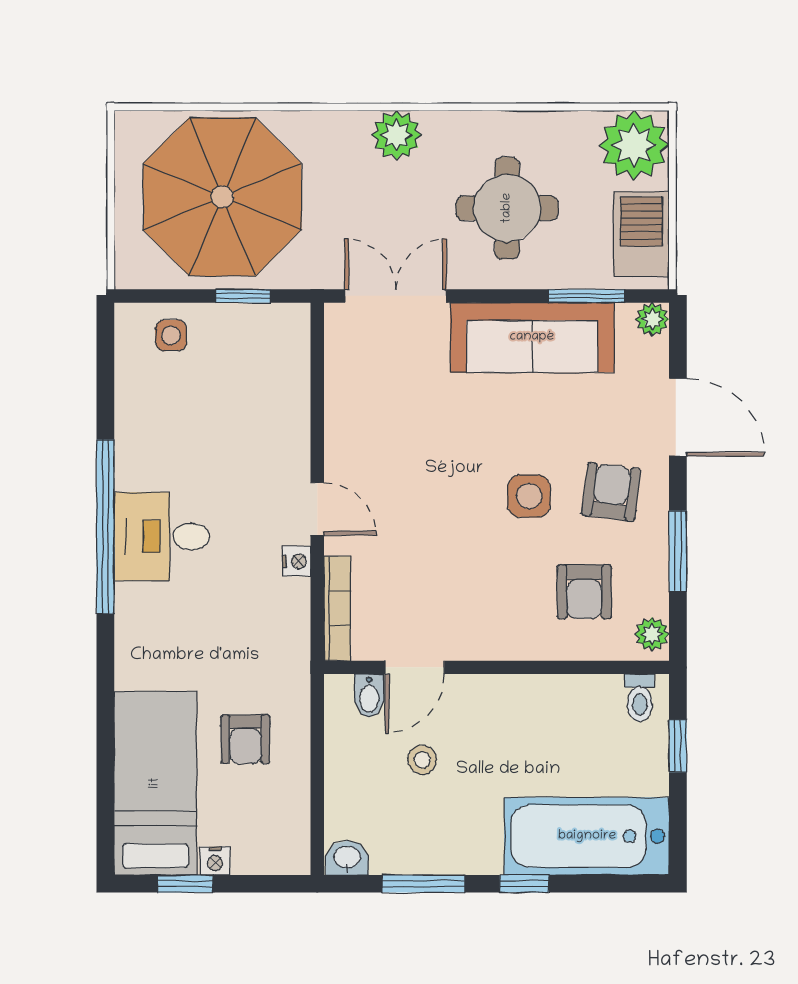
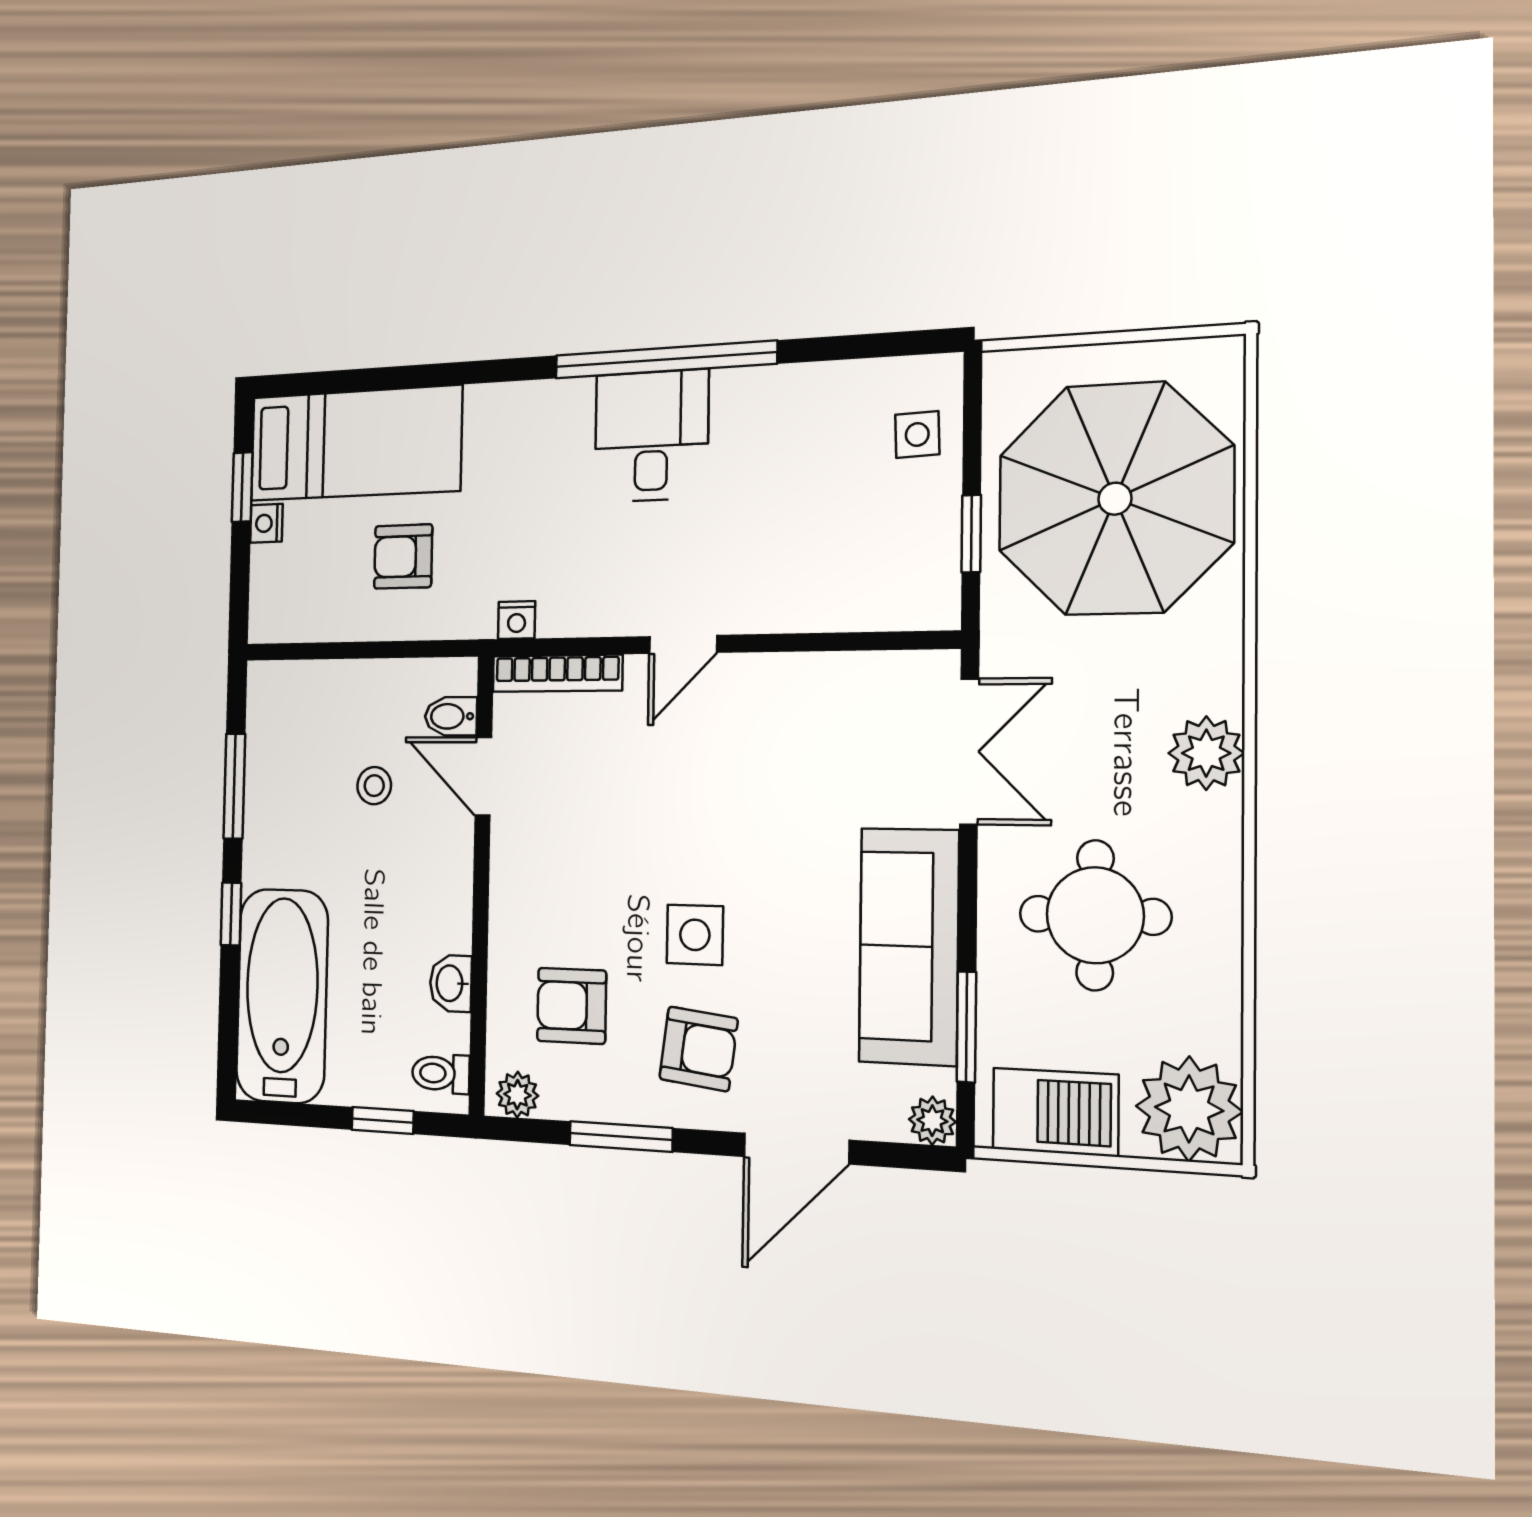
nightstand: (297, 561) -> (517, 620), moved
washbasin: (347, 858) -> (451, 983), moved, turned 180

